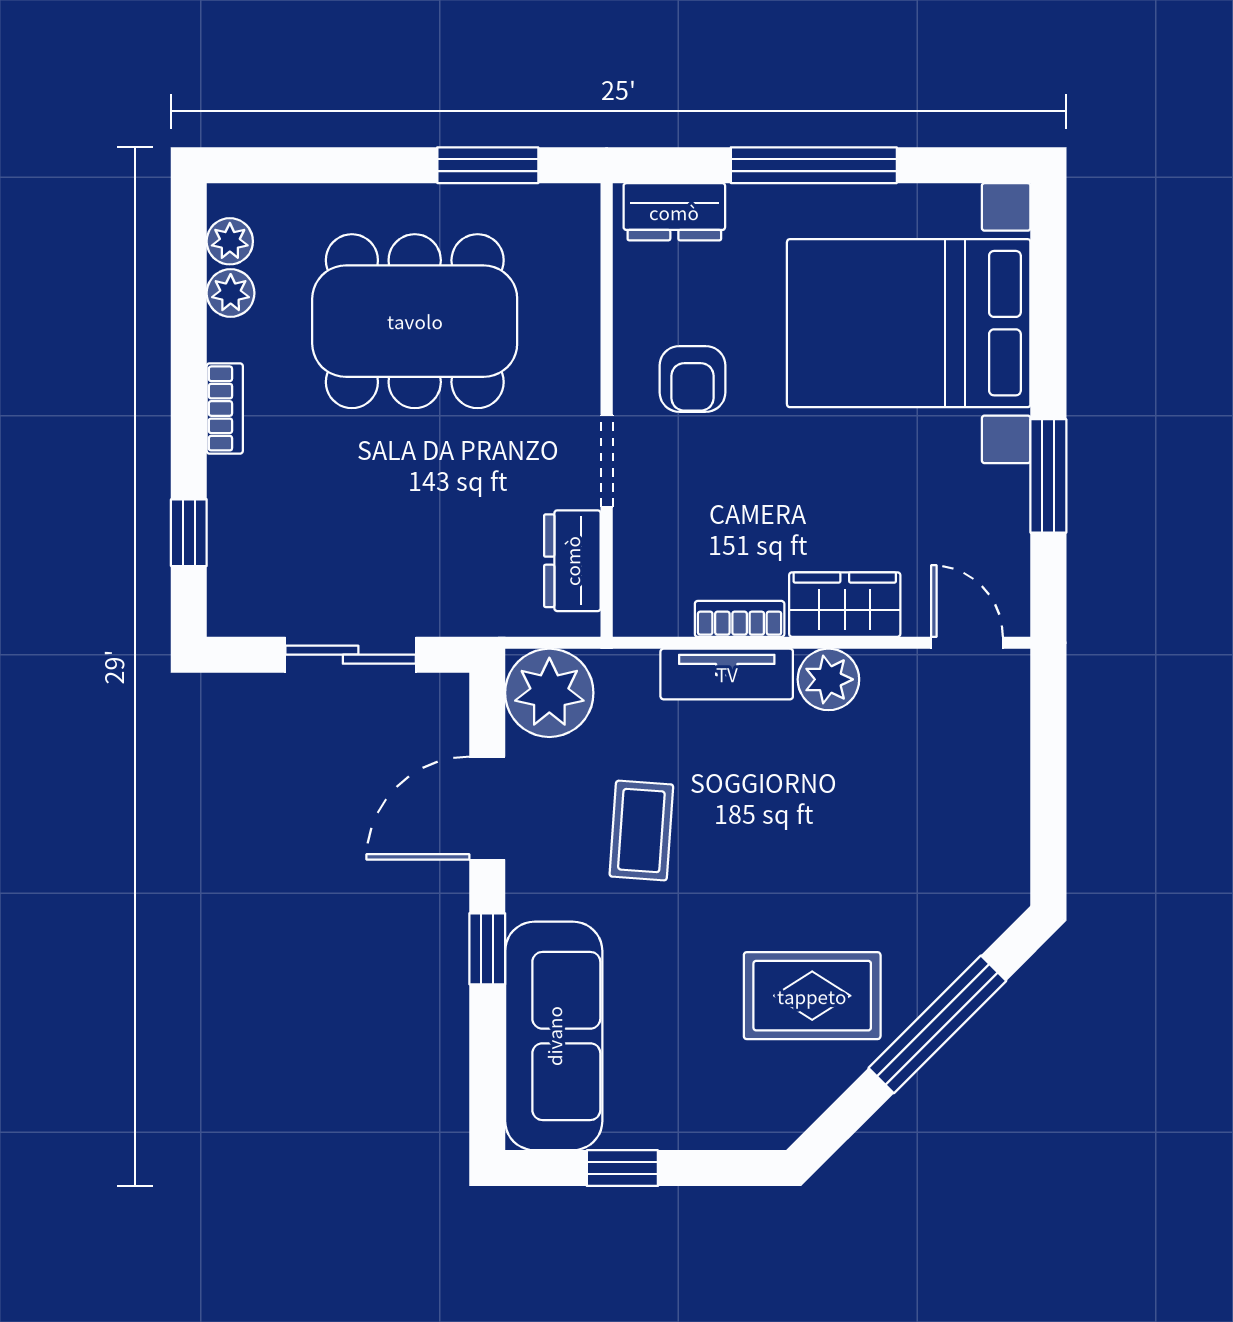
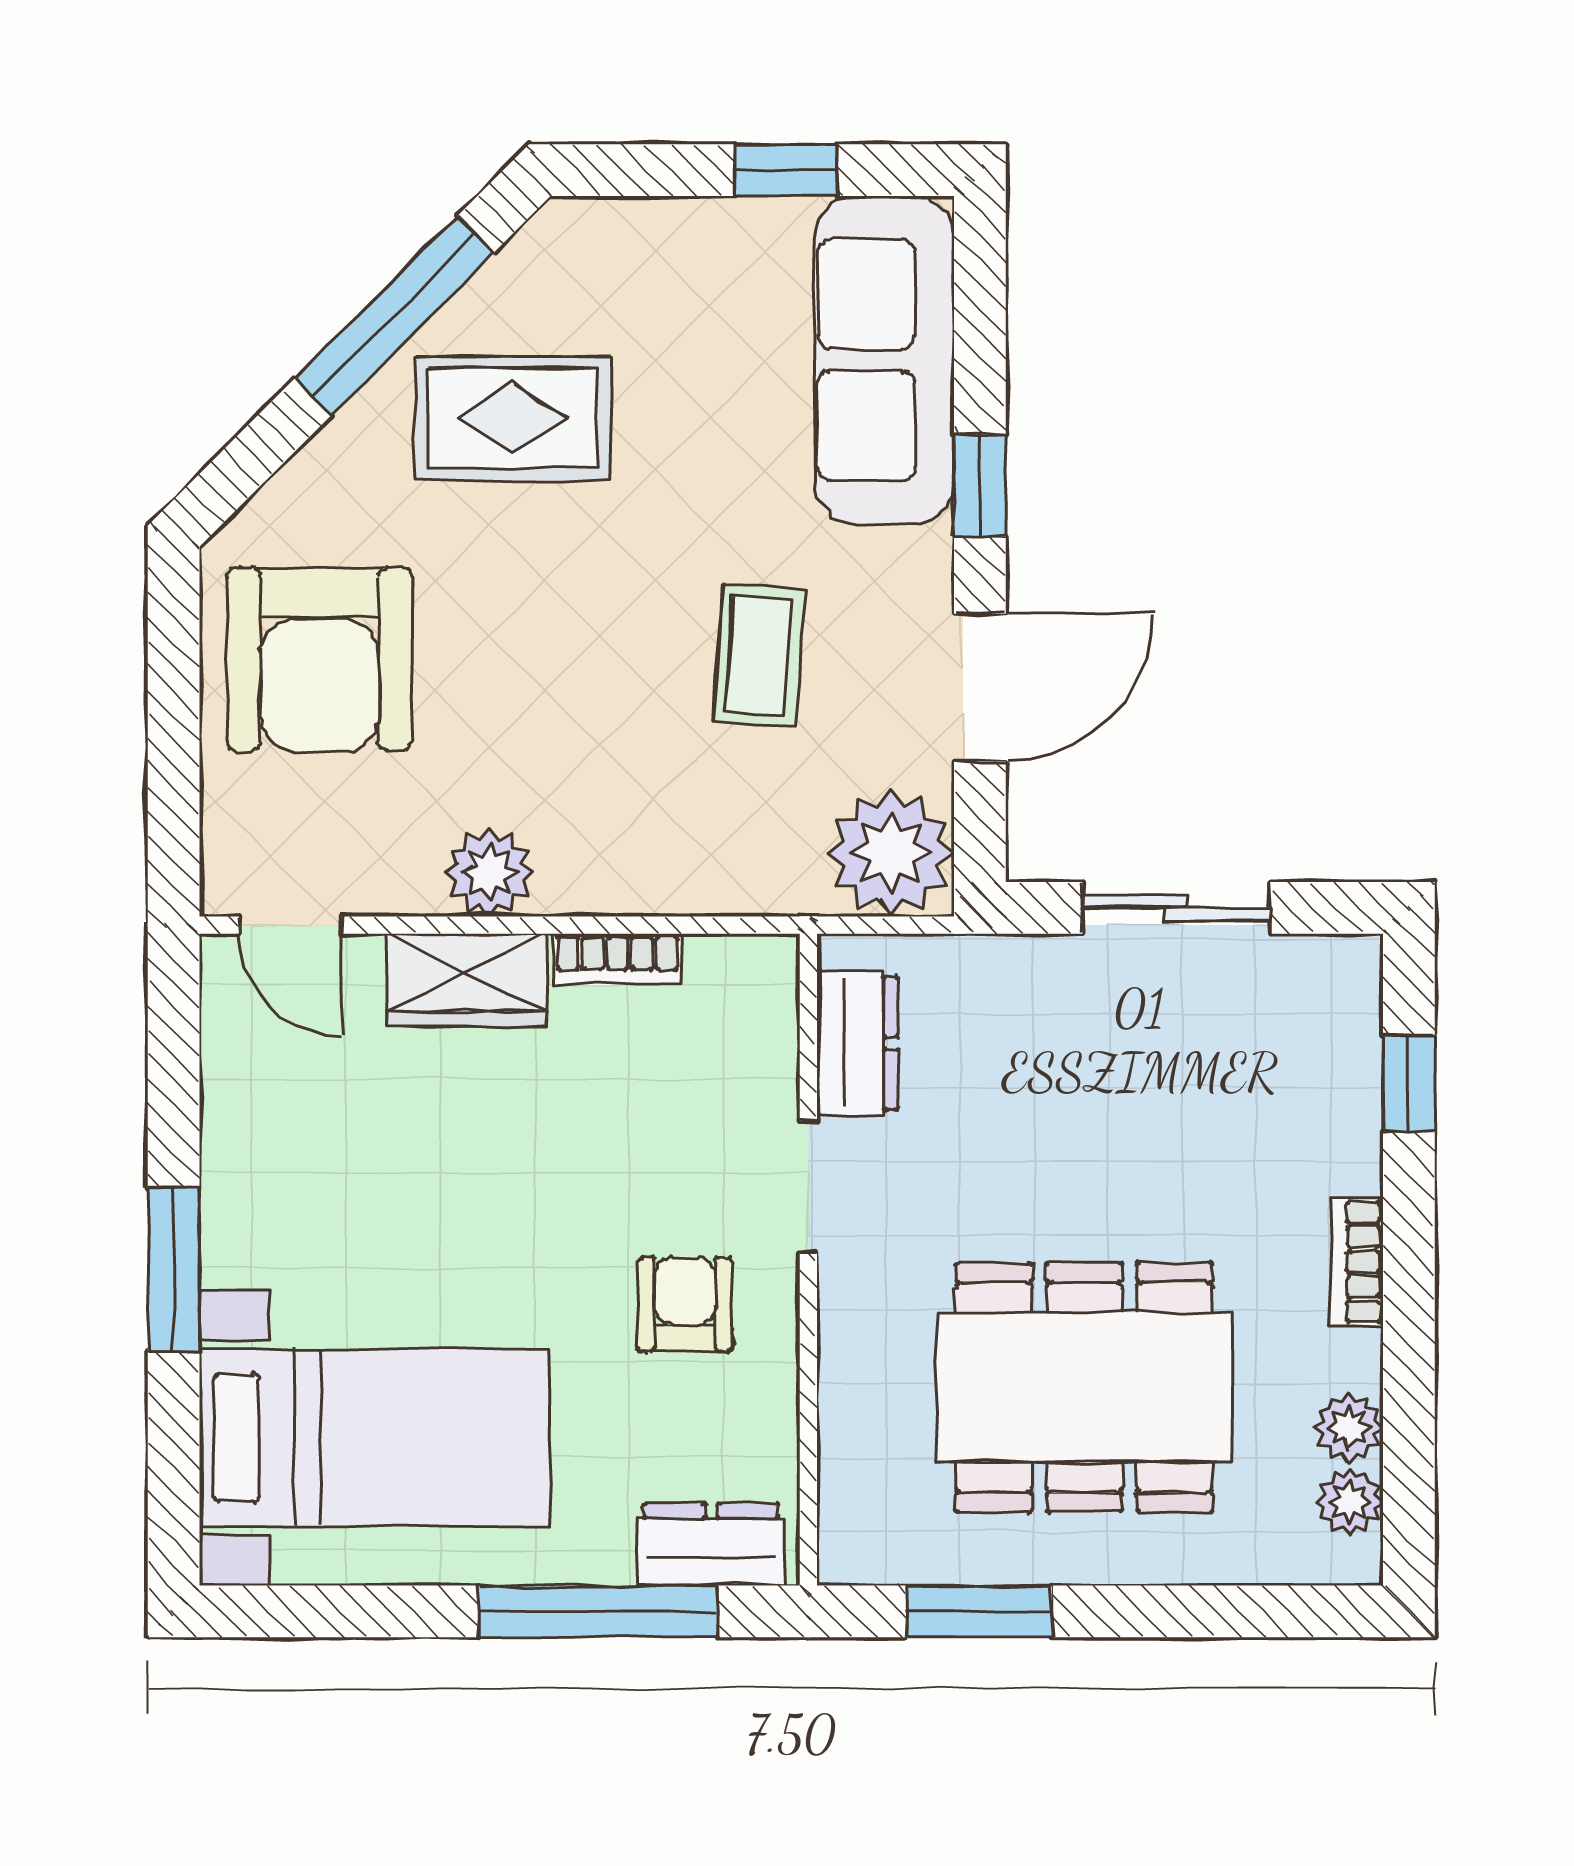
window: (814, 165) -> (598, 1611), moved
bed with nightstands: (909, 323) -> (374, 1438), width x0.73
window: (1048, 476) -> (174, 1269), moved
tv unit: (727, 674) -> (636, 880), removed
armchair: (947, 828) -> (319, 659), added
window: (937, 1024) -> (394, 315), moved

